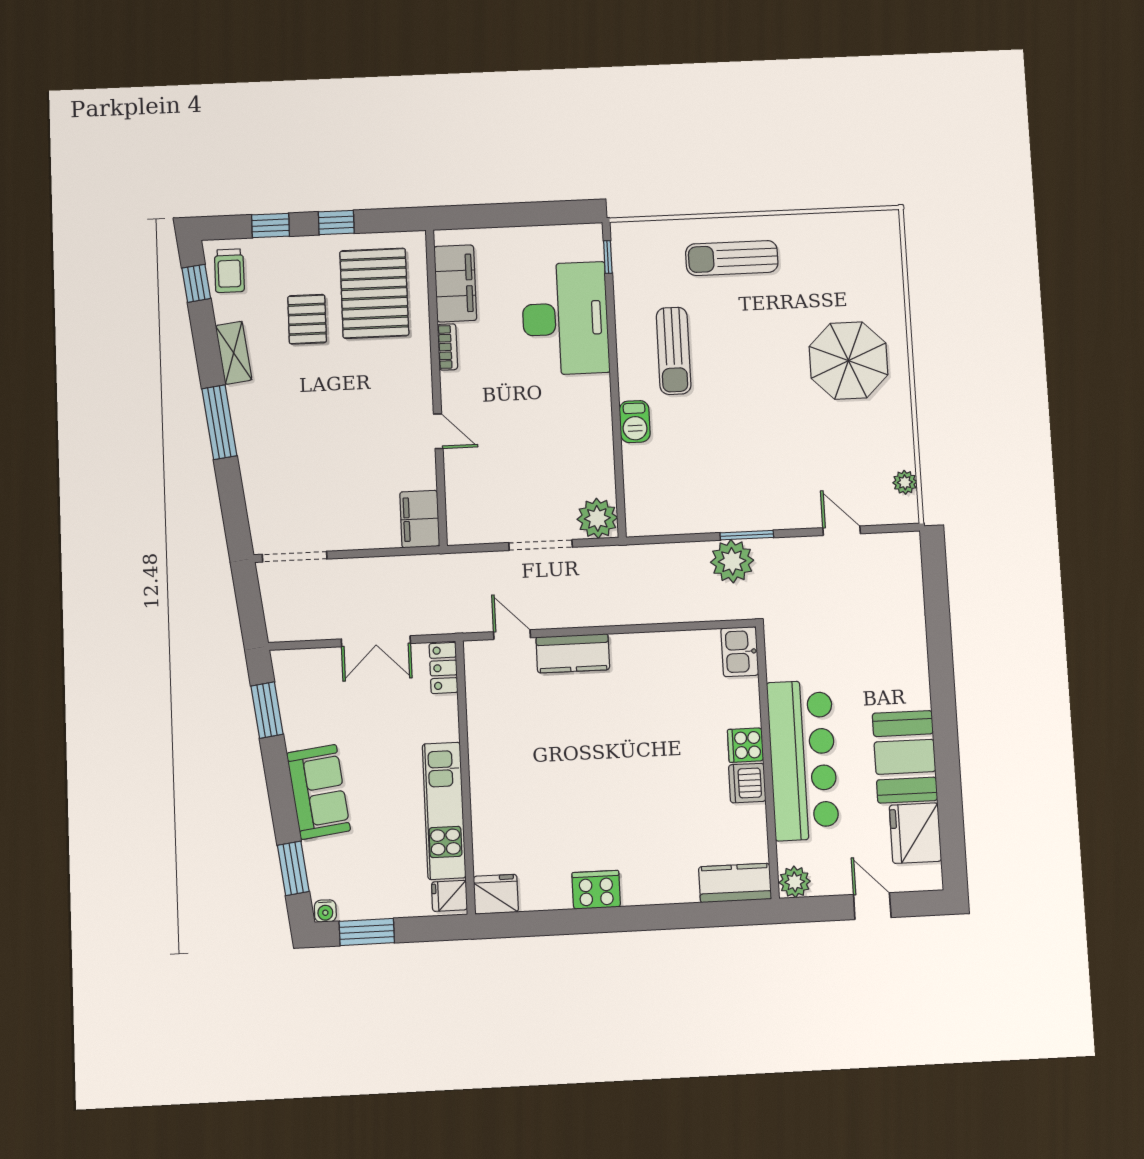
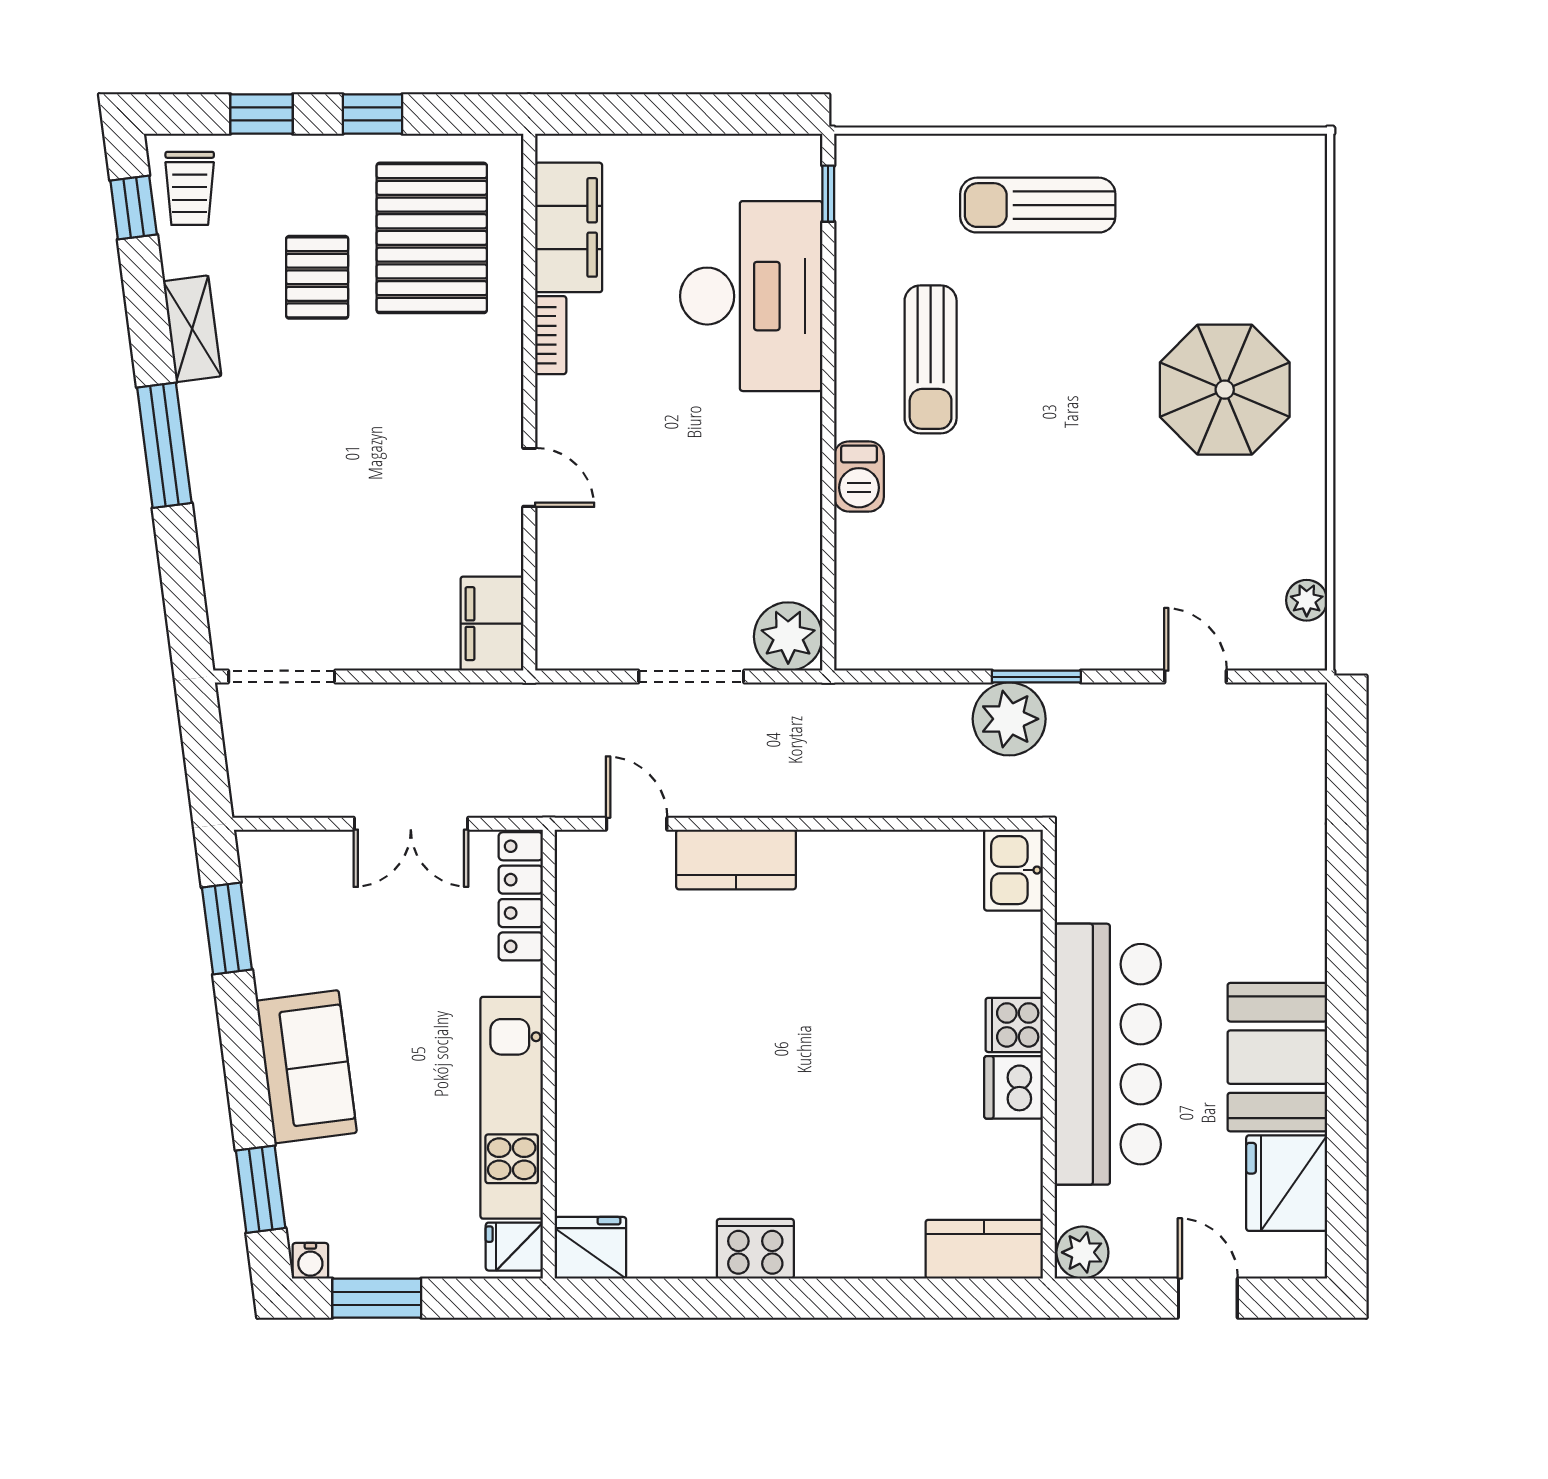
locker: (444, 668) -> (521, 896), width x1.53

